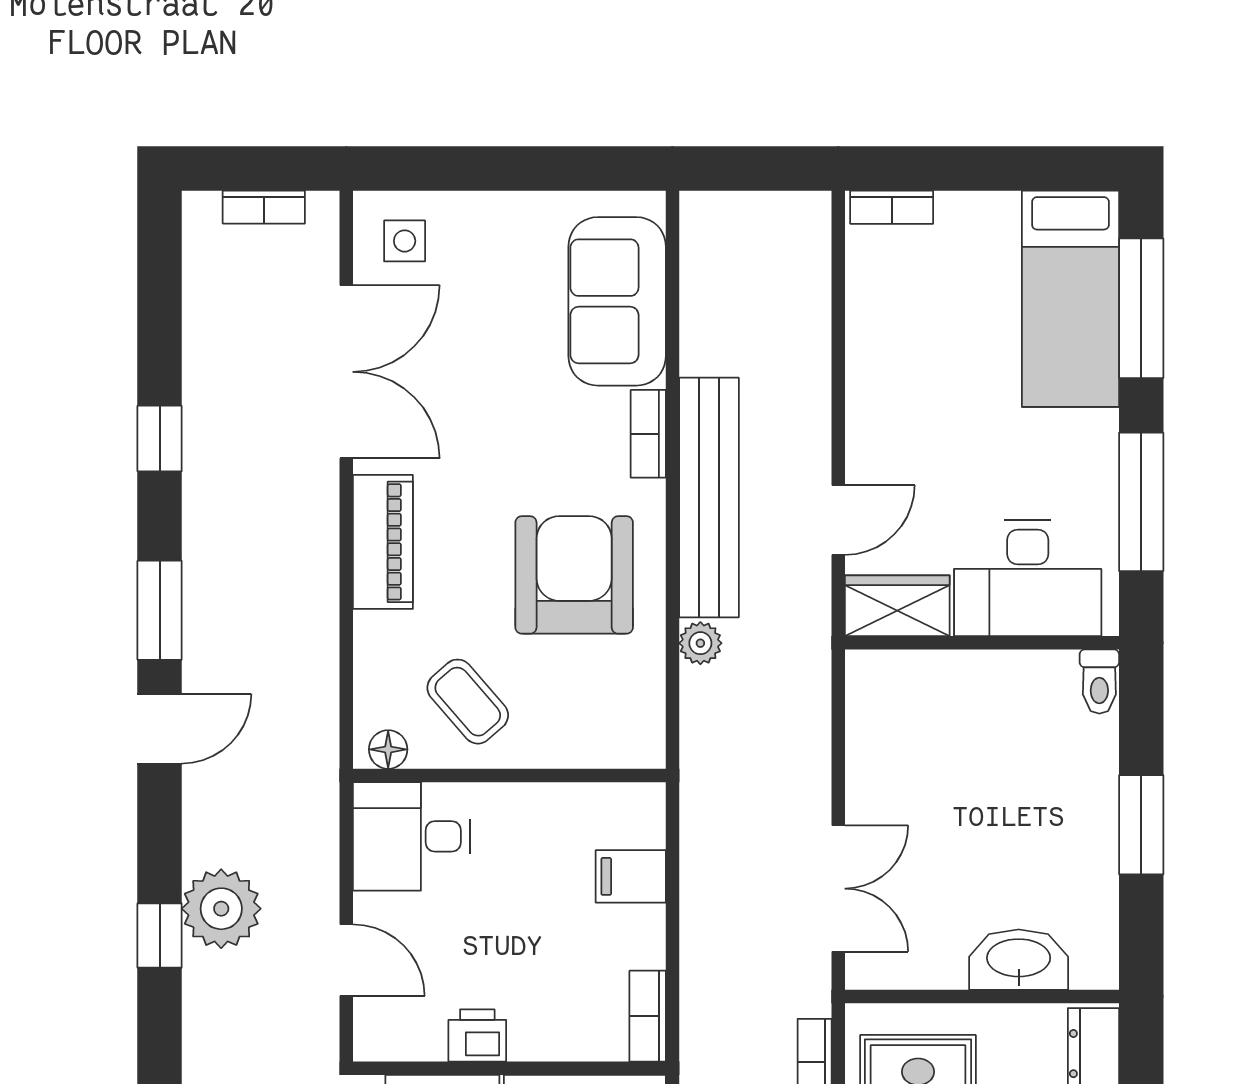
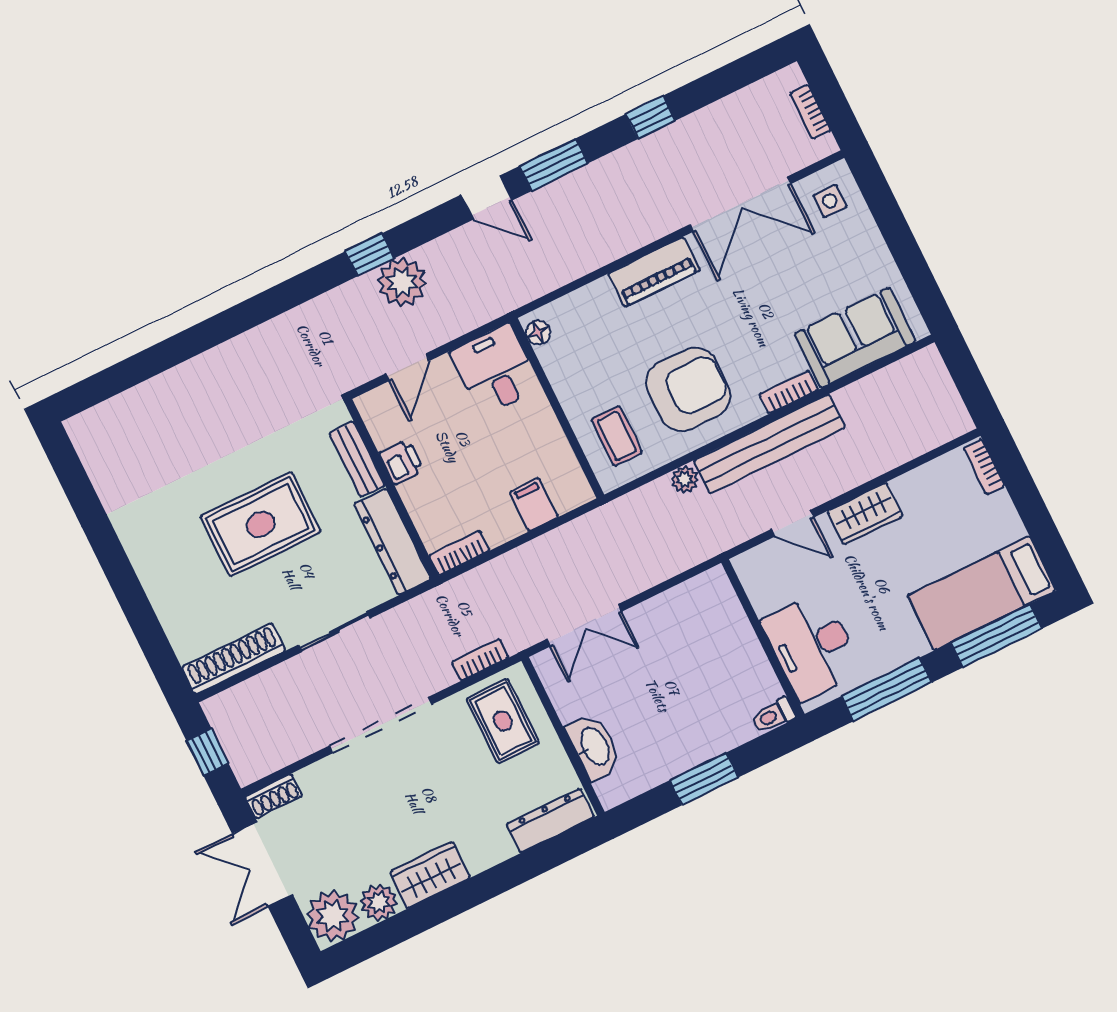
wardrobe: (897, 606) -> (865, 514), moved, turned 90
coffee table: (468, 702) -> (617, 436), moved, turned -49

